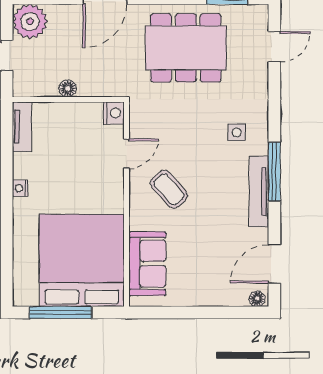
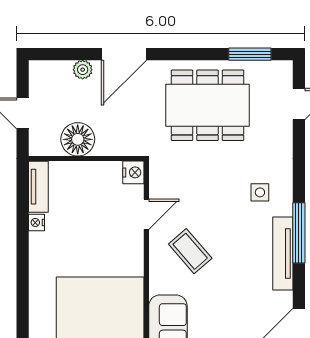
plant: (30, 21) -> (83, 70), moved, width x0.53, depth x0.53
floor lamp: (68, 88) -> (78, 139), width x1.89, depth x1.89
nightstand: (20, 188) -> (37, 223), moved

